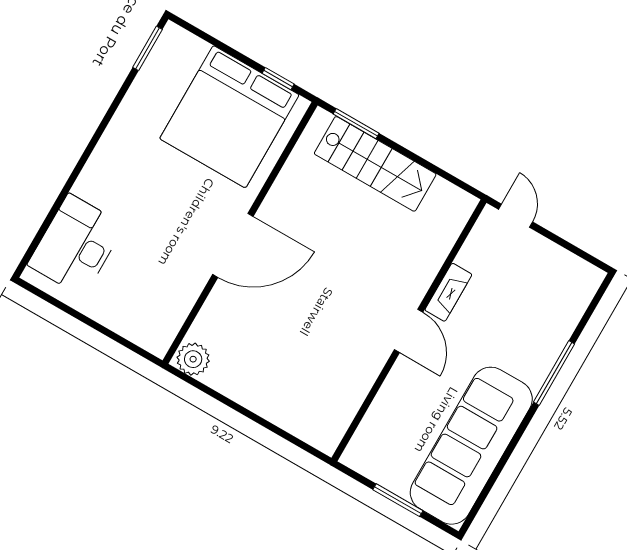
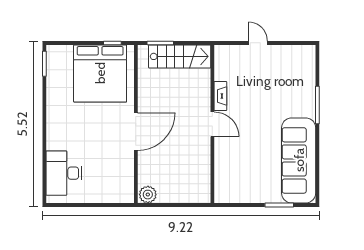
fireplace: (448, 292) -> (220, 96), moved
wall: (409, 330) -> (212, 124), moved
door: (409, 331) -> (212, 124), moved

